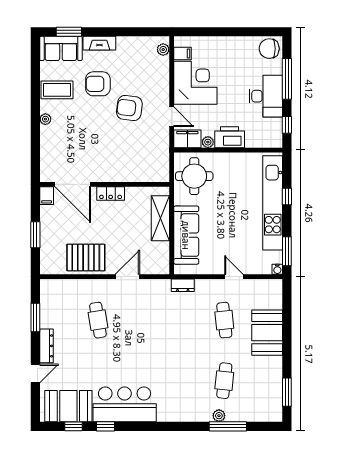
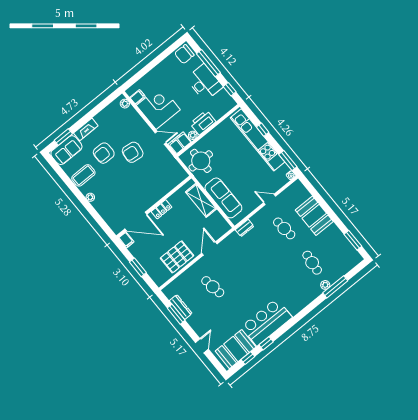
dresser: (46, 346) -> (181, 307), moved

